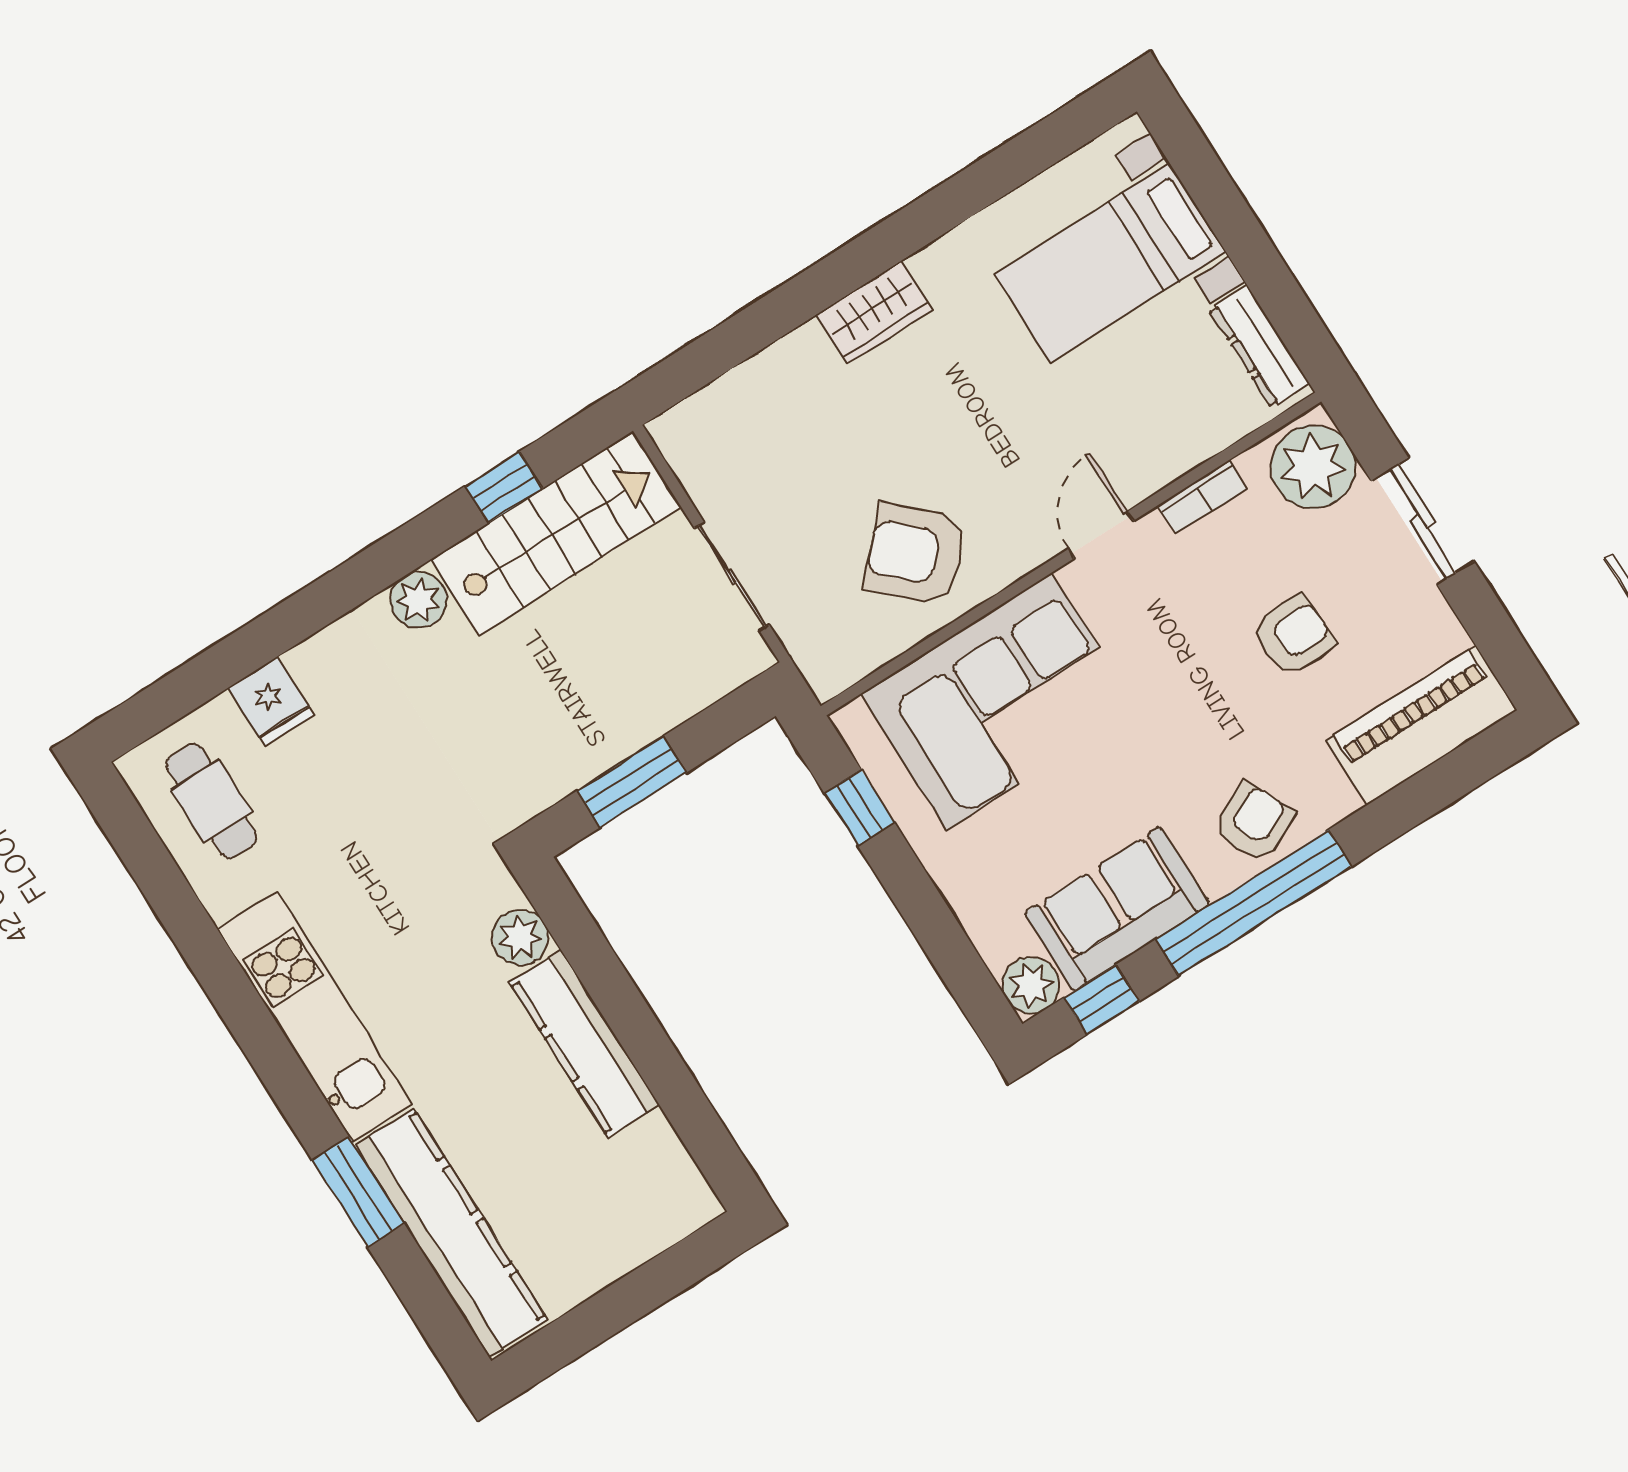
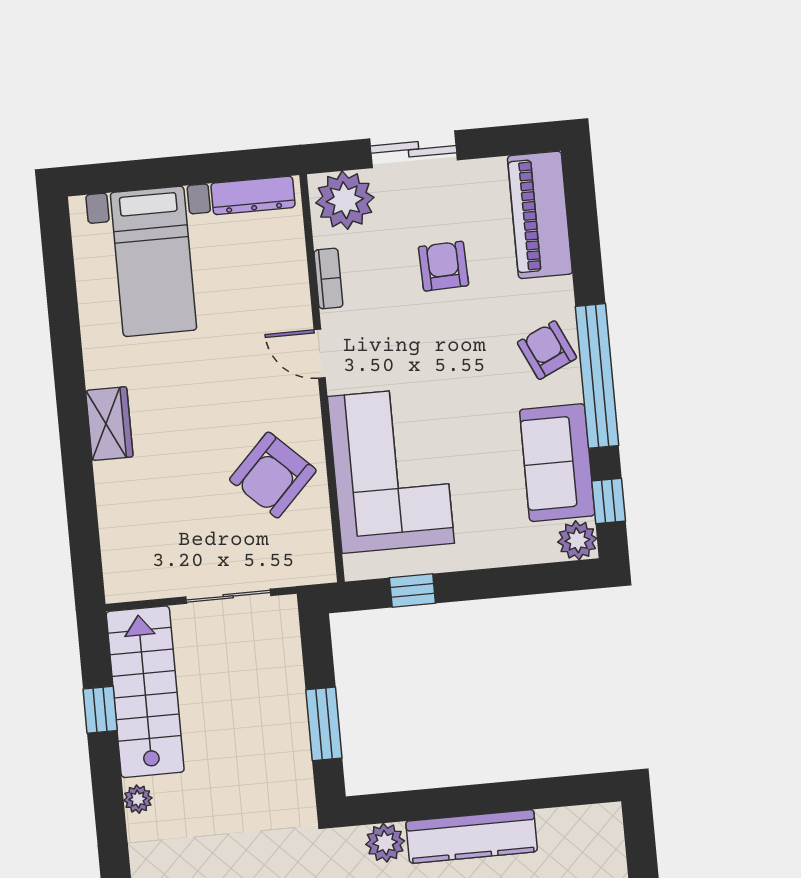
plant: (418, 600) -> (138, 799), width x0.73, depth x0.73

